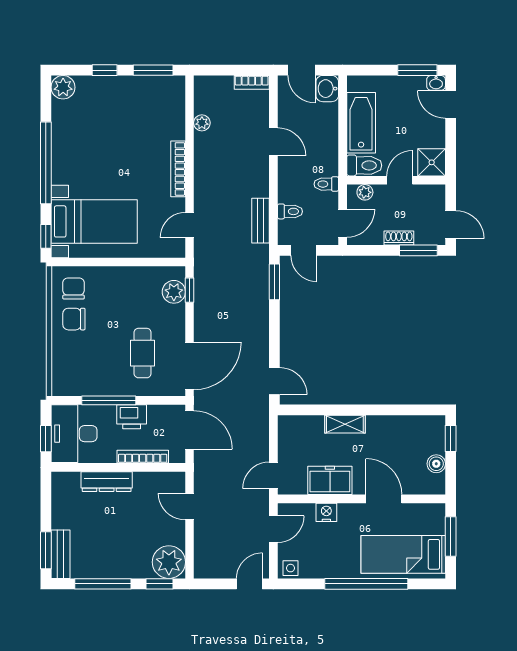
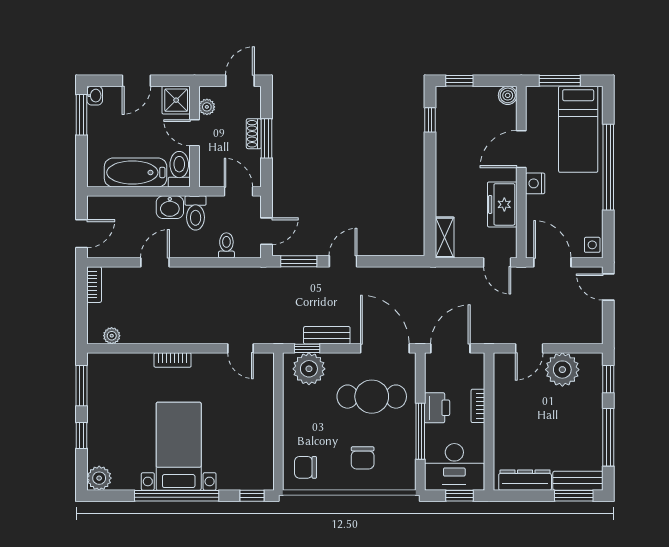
washbasin: (327, 89) -> (170, 207), moved
door: (451, 104) -> (136, 81), moved
plant: (202, 123) -> (112, 336), moved
bookcase: (178, 169) -> (173, 360), width x0.64
toilet: (326, 184) -> (196, 213), width x1.37, depth x1.39
plant: (365, 192) -> (207, 107), moved
bed with nightstands: (94, 221) -> (179, 446), moved
bench: (261, 221) -> (327, 335), moved
window: (418, 250) -> (266, 138), moved
plant: (174, 292) -> (309, 369), width x1.36, depth x1.36
chair: (74, 319) -> (363, 458), moved
cafe table: (143, 353) -> (372, 397), width x1.37, depth x1.35
door: (274, 381) -> (343, 261), moved
window: (412, 410) -> (430, 120), added
shelving: (345, 424) -> (445, 237), moved
bookcase: (143, 457) -> (478, 406), width x0.64
boiler: (436, 464) -> (508, 95), moved
dresser: (107, 482) -> (525, 480), moved, turned -90
nightstand: (326, 512) -> (535, 183), moved
door: (273, 529) -> (552, 262), width x1.38
plant: (169, 562) -> (562, 370), moved

